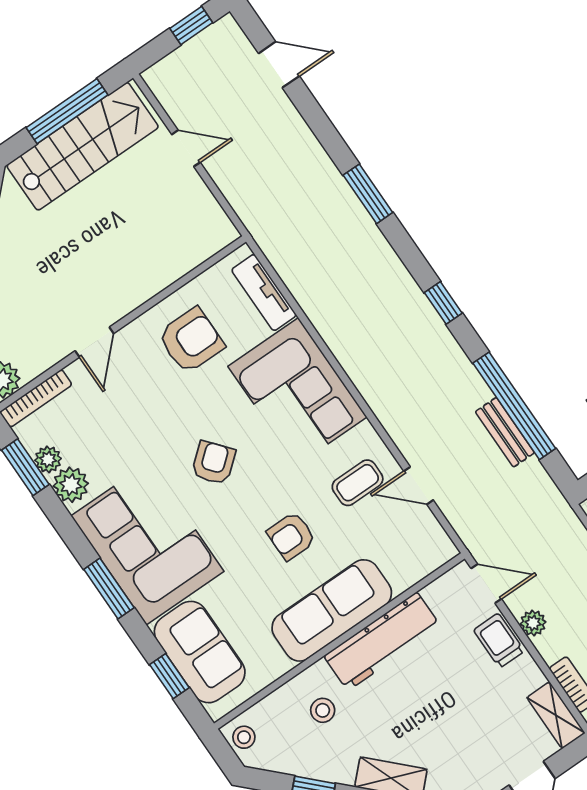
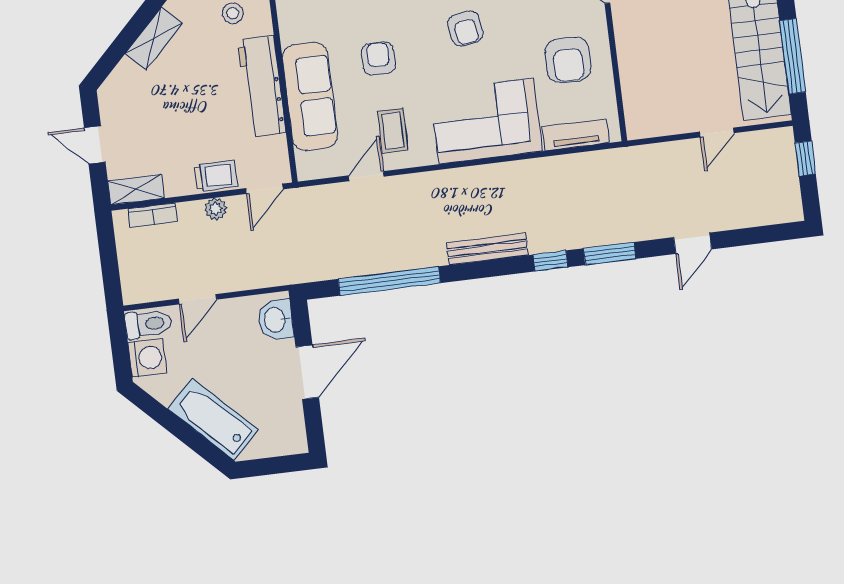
window: (191, 25) -> (805, 158), moved
door: (279, 65) -> (693, 243), moved
window: (443, 303) -> (550, 261), moved
bench: (505, 432) -> (487, 249), moved, width x1.36
armchair: (213, 463) -> (465, 28), turned 31
sofa: (332, 610) -> (310, 96), moved

